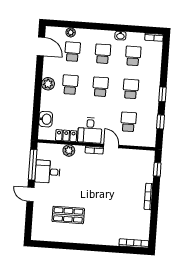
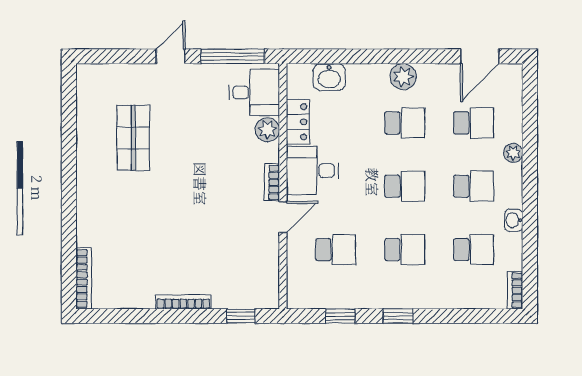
plant: (71, 32) -> (513, 153), moved
desk: (48, 172) -> (254, 92), moved, turned 90

